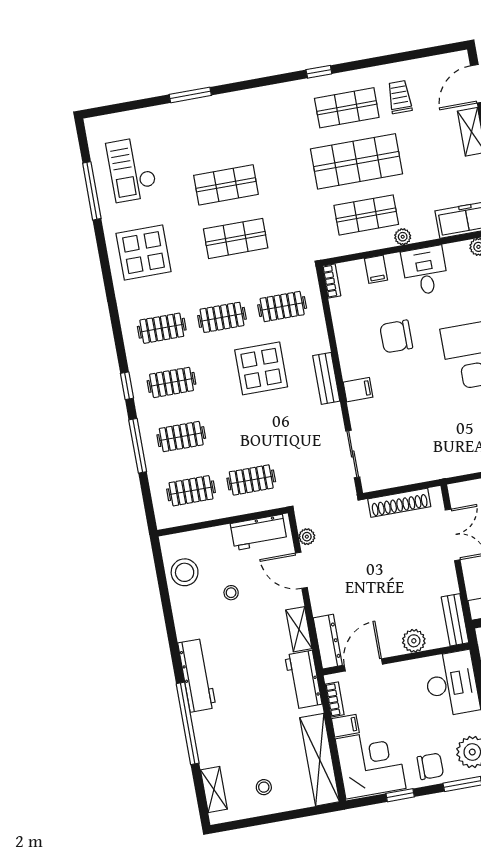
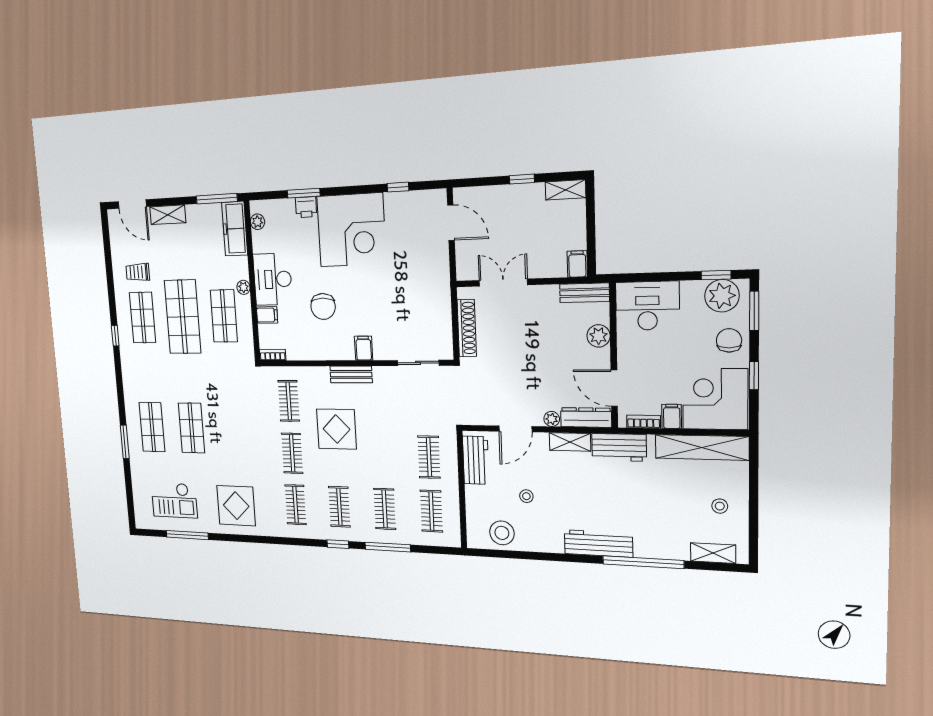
shop shelf: (236, 238) -> (152, 427), moved
desk: (425, 271) -> (273, 279), width x1.37
plant: (307, 537) -> (552, 419), moved

